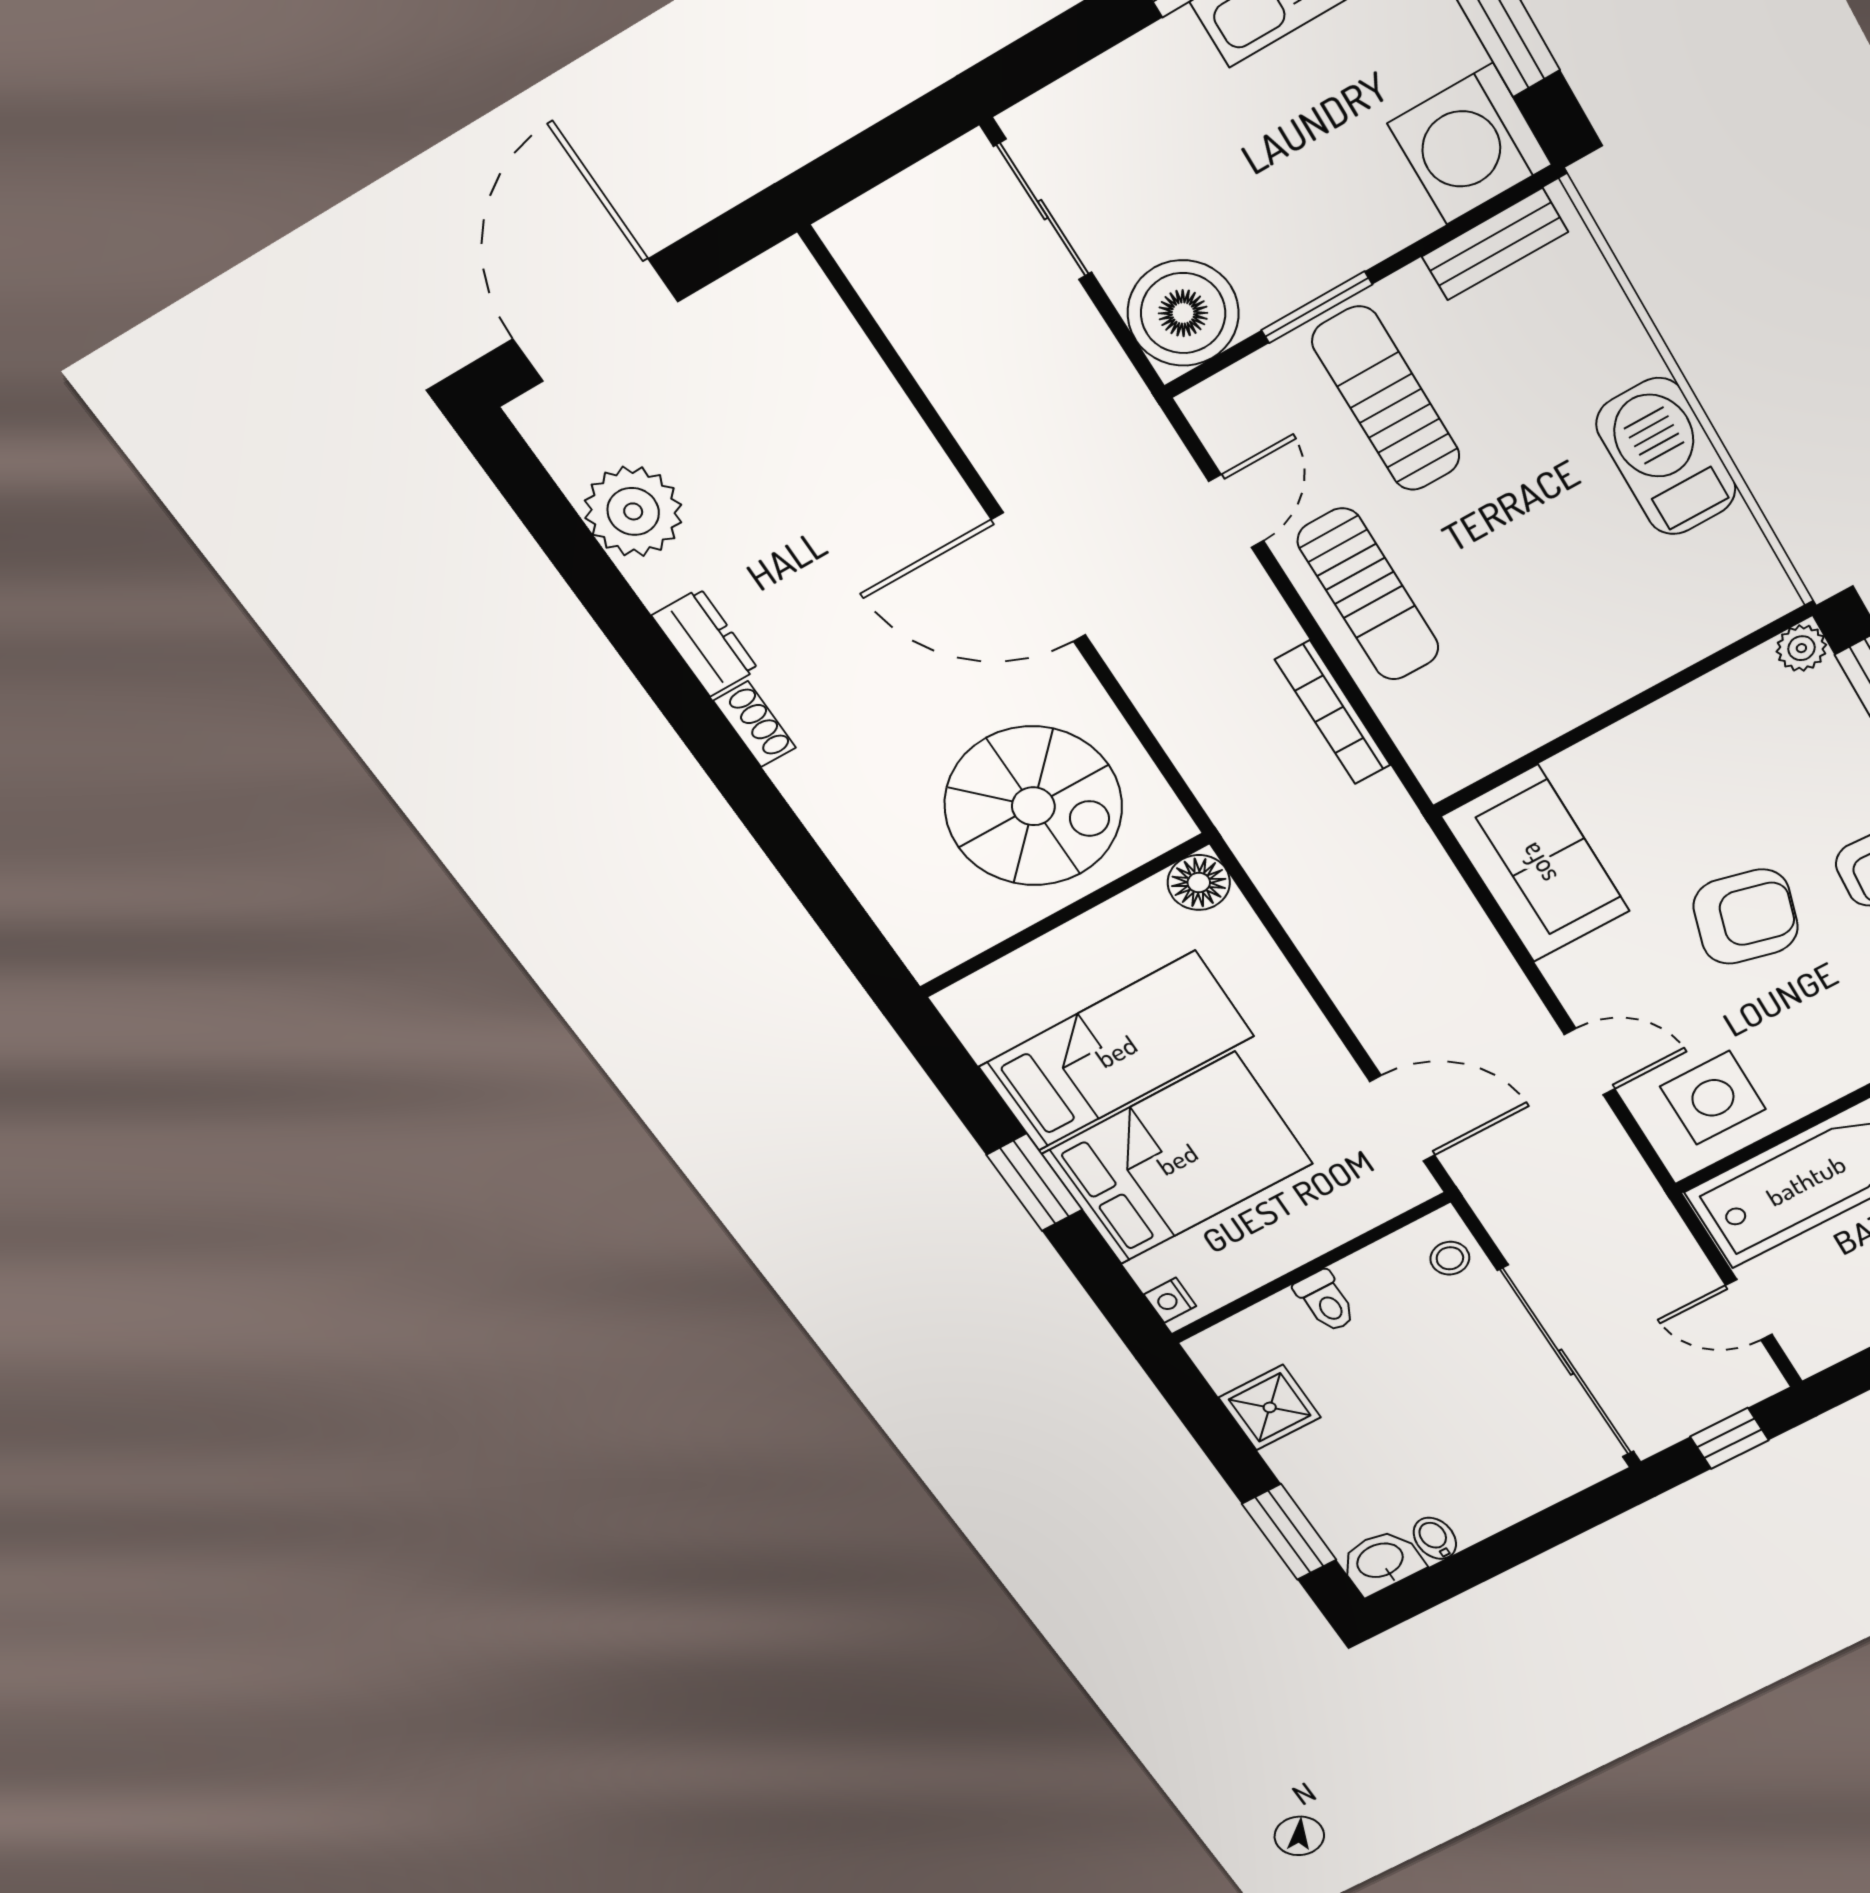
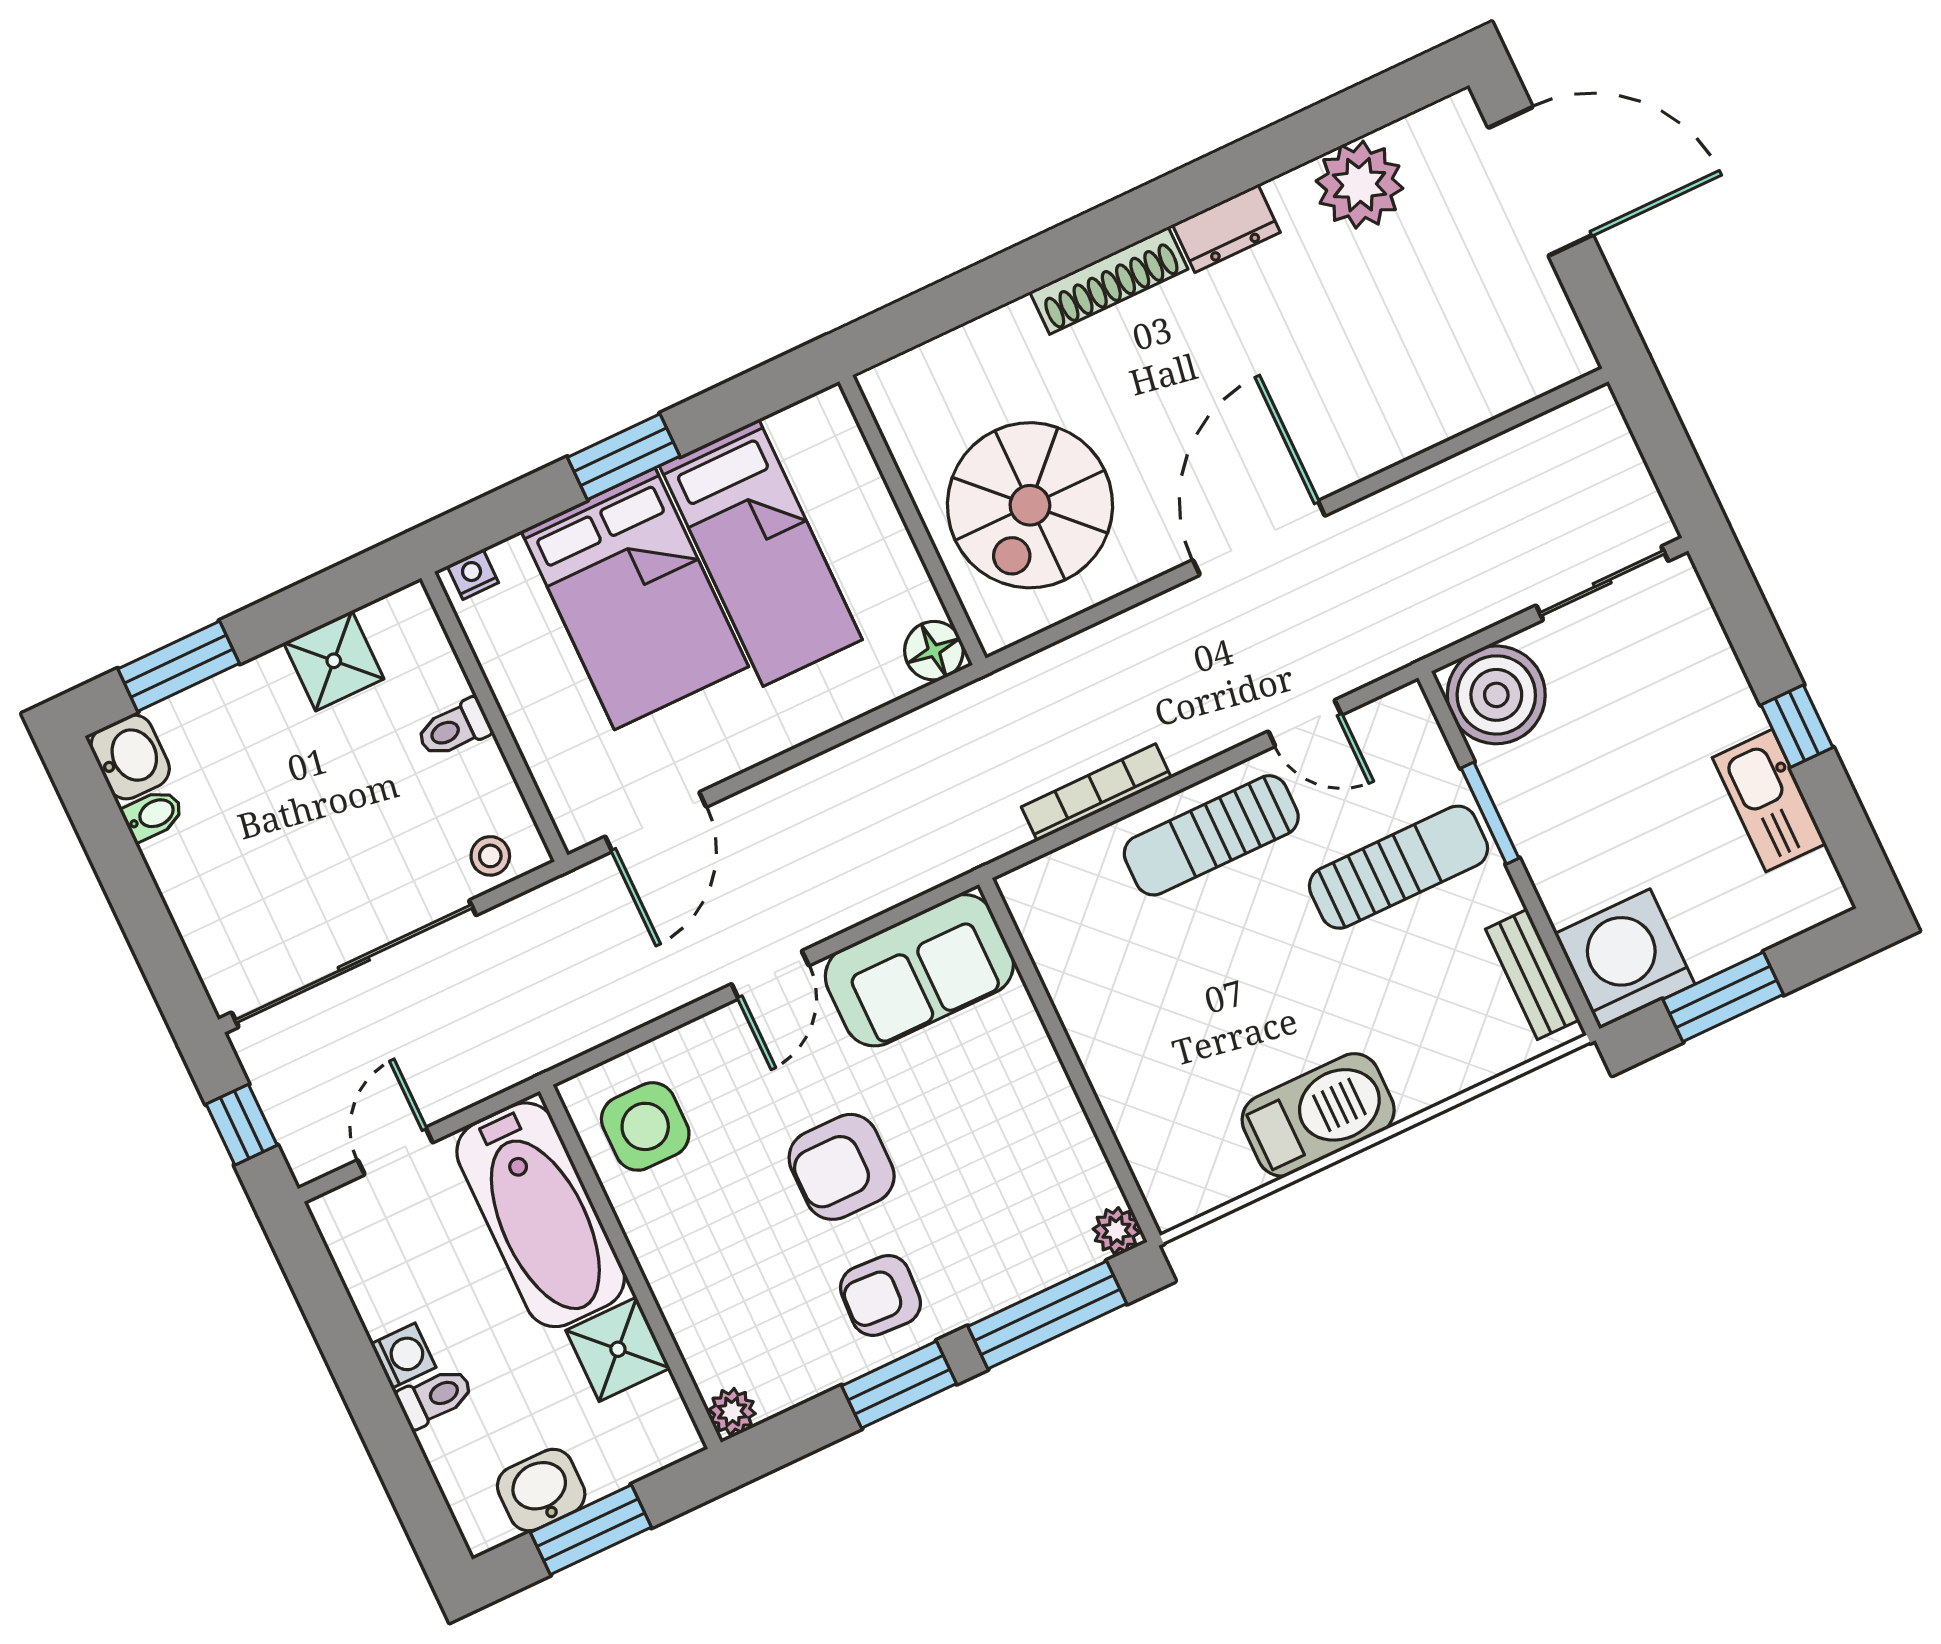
shoe rack: (755, 724) -> (1109, 280), width x1.94, depth x1.24
armchair: (1746, 917) -> (842, 1167), turned 75
door: (1590, 1062) -> (770, 975), moved

